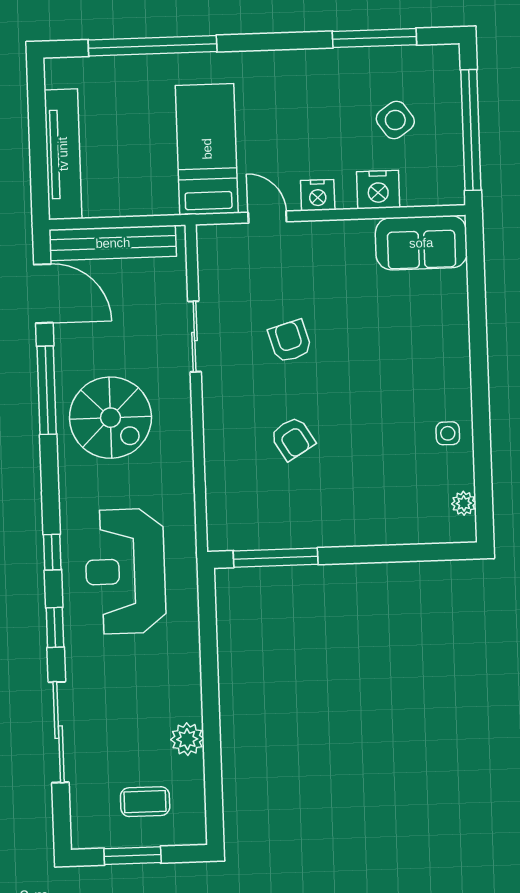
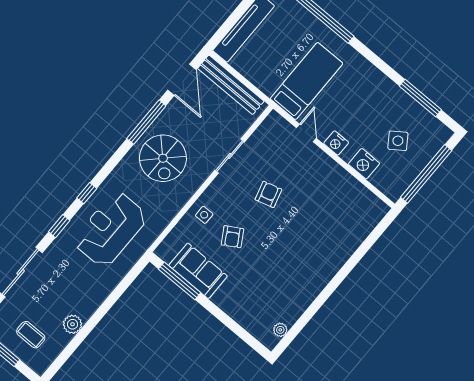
sofa: (421, 243) -> (198, 271), moved, turned 180
side table: (448, 433) -> (204, 215), moved

